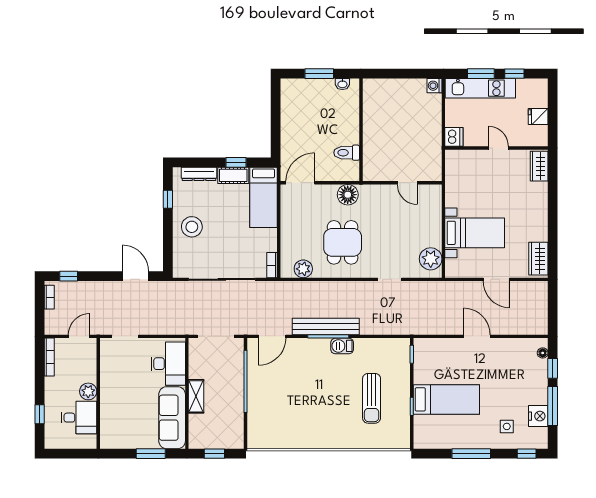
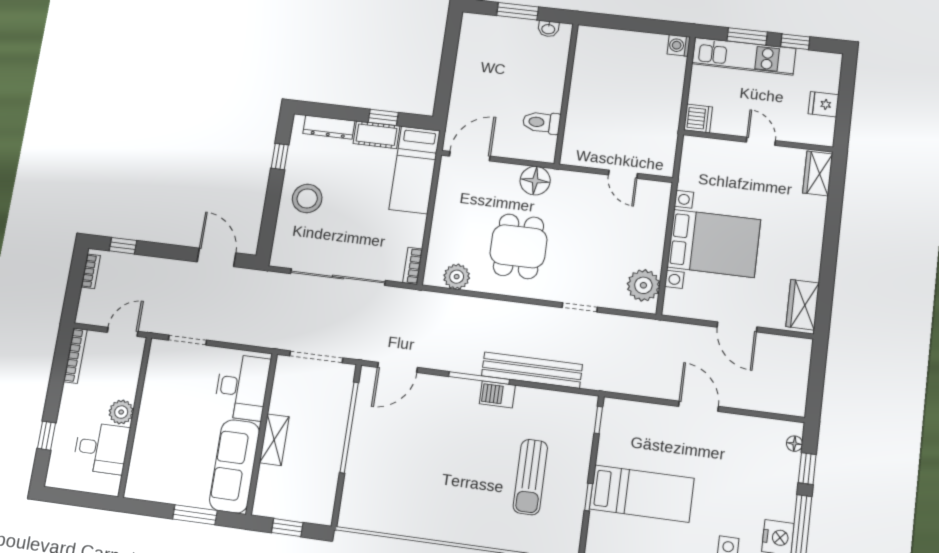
bed with nightstands: (475, 233) -> (714, 243), width x1.36
bench: (326, 327) -> (532, 370), moved

